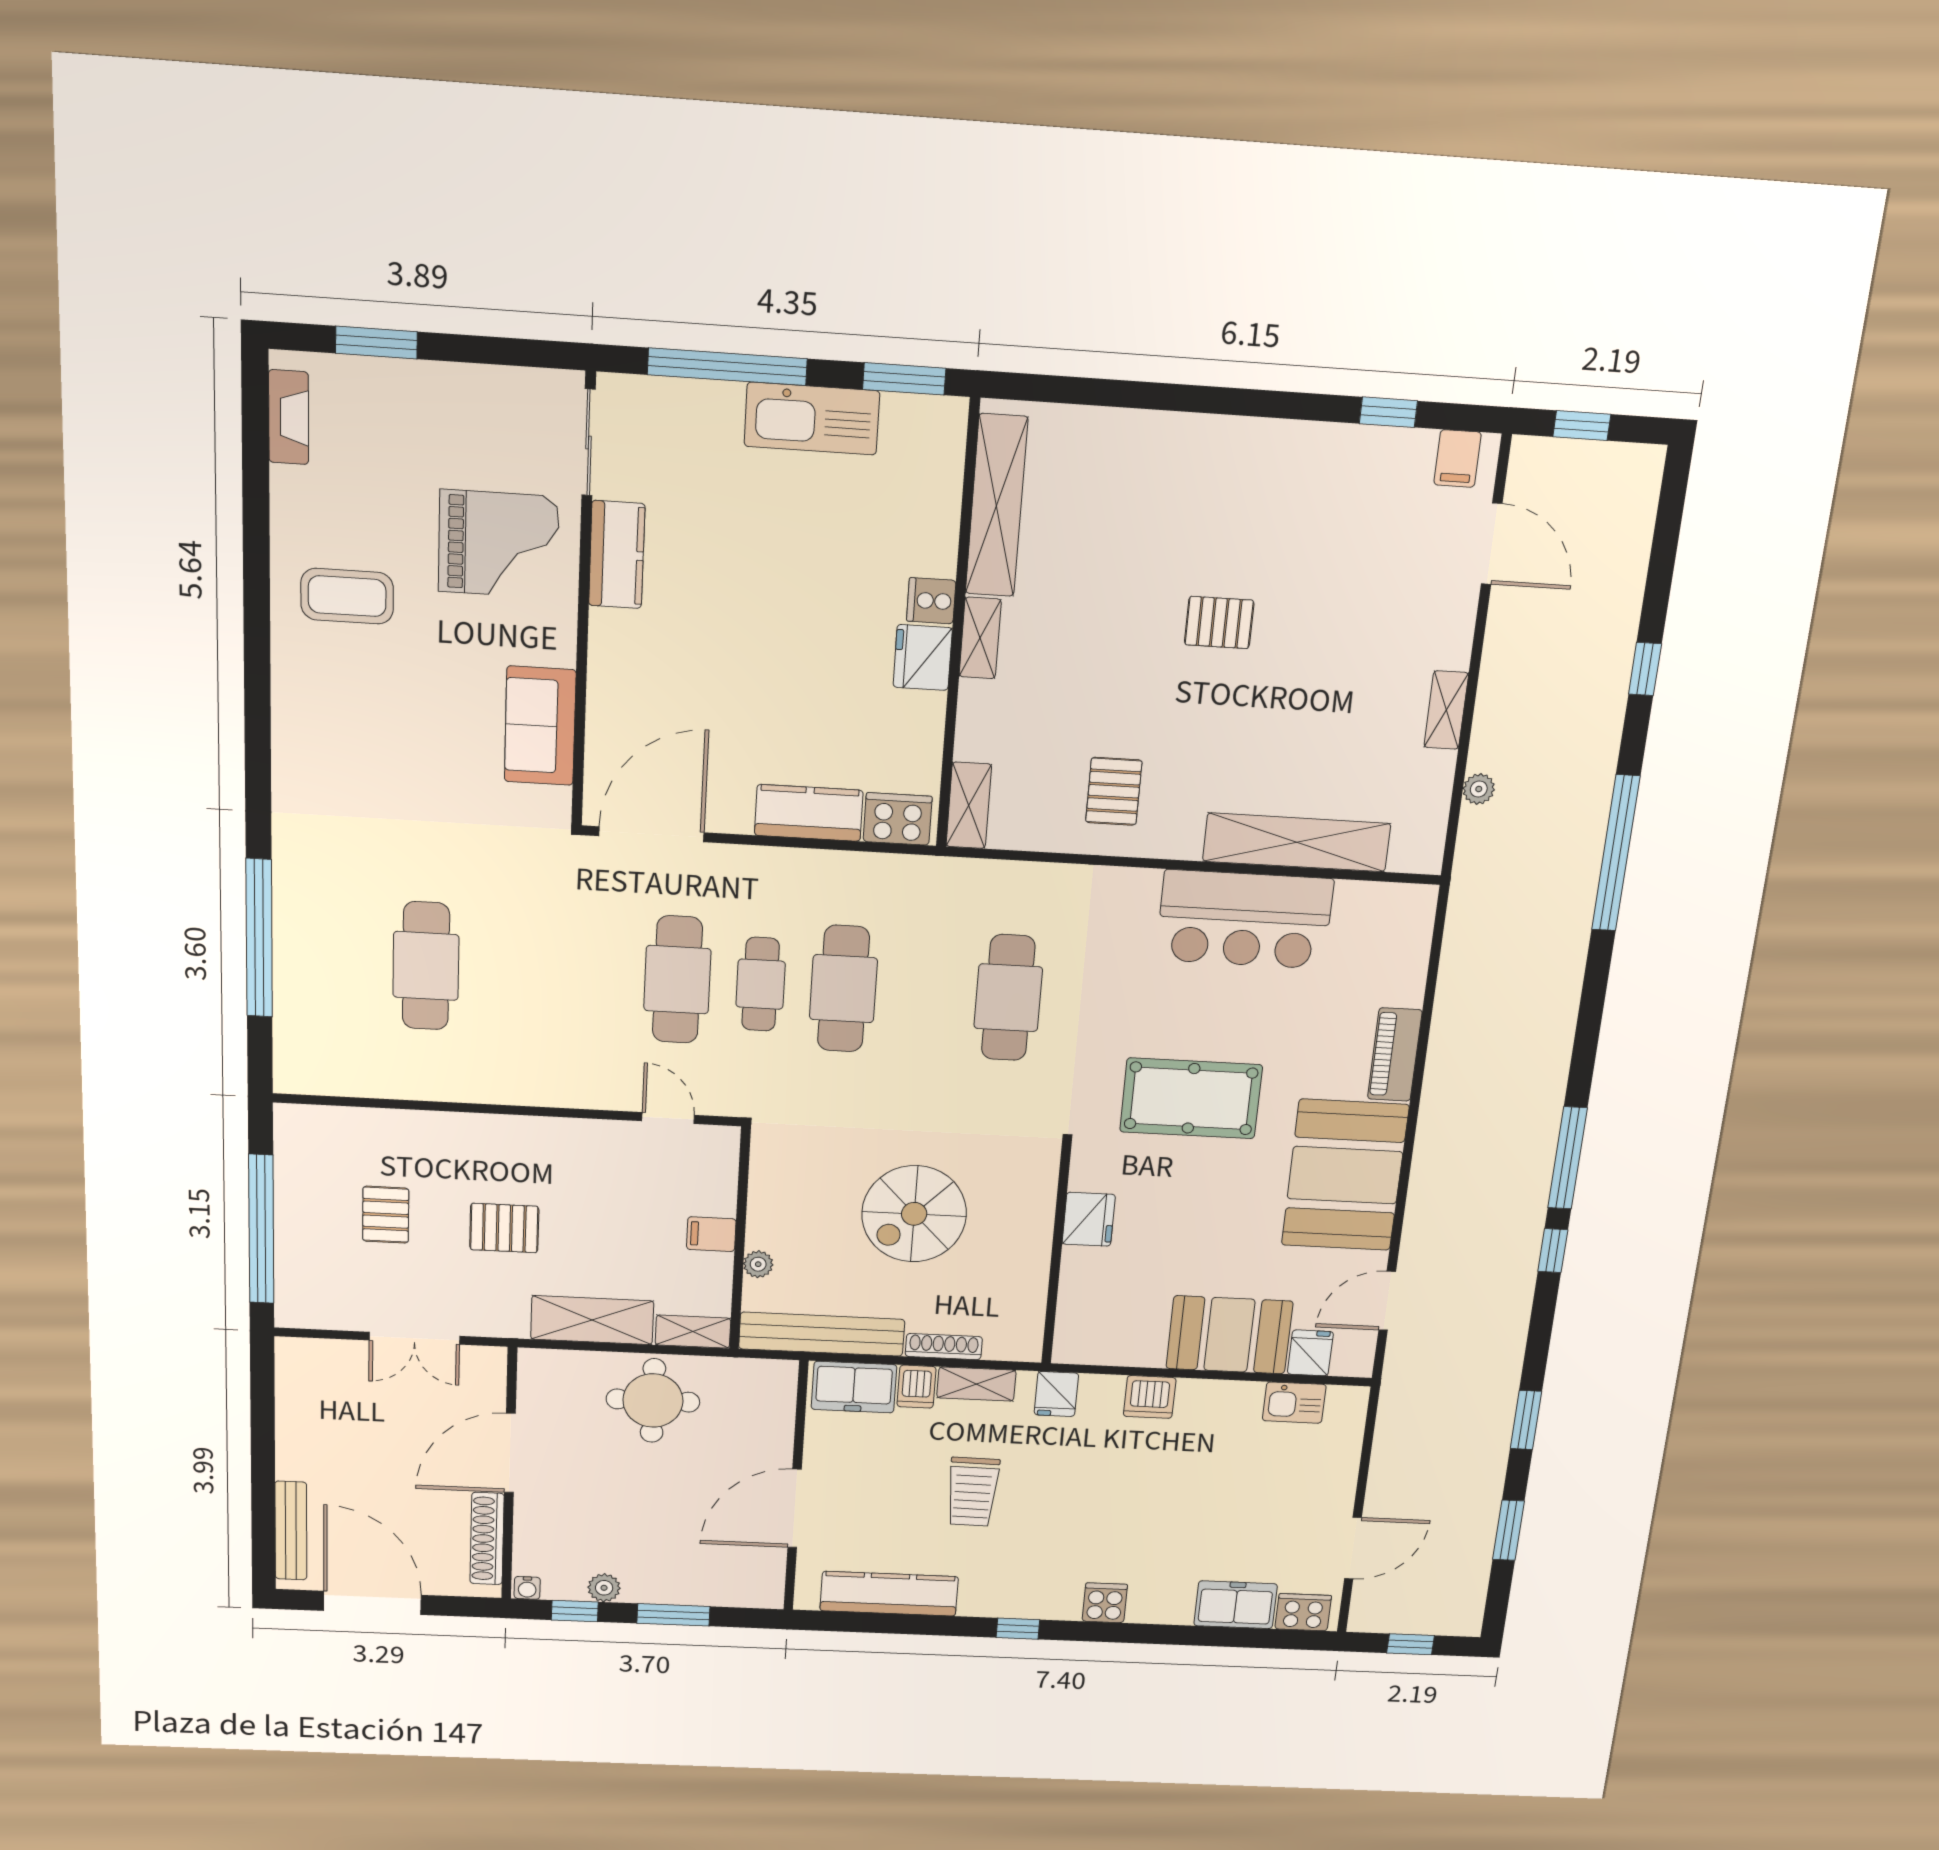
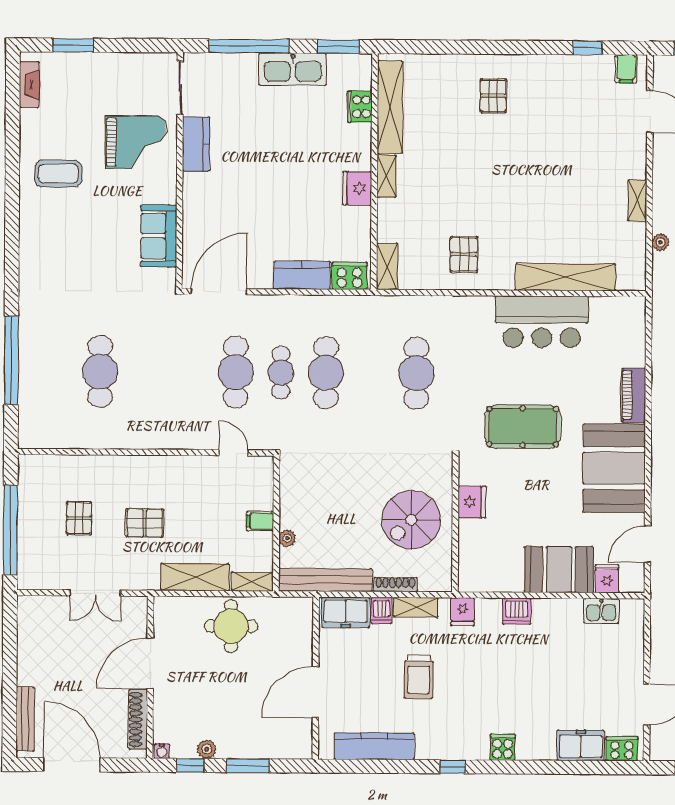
cooker: (931, 601) -> (360, 107), moved, width x1.36
pallet: (1219, 623) -> (493, 96), moved, turned 90
spiral stairs: (914, 1214) -> (411, 520), moved

